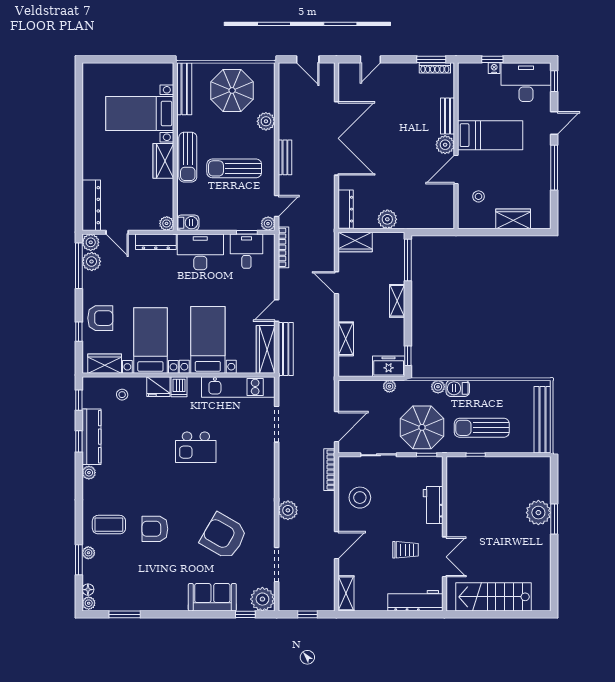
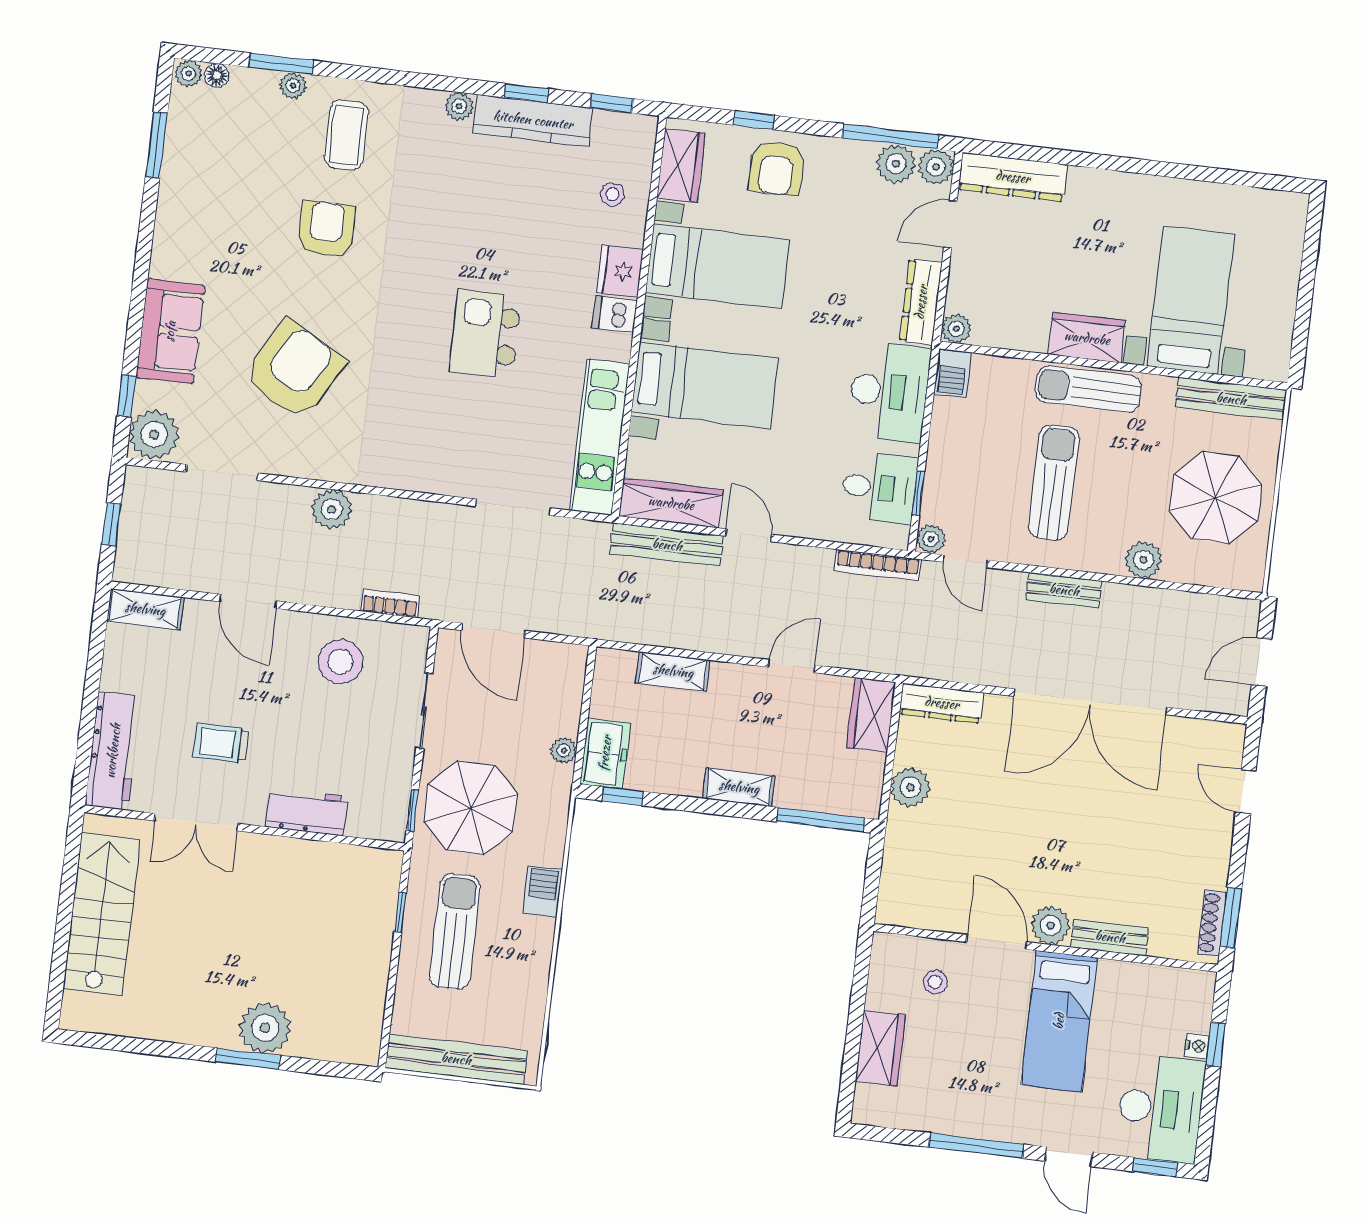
plant: (438, 387) -> (551, 851), removed
bookcase: (329, 470) -> (390, 603), width x0.64
trolley: (406, 550) -> (221, 743), turned 90

